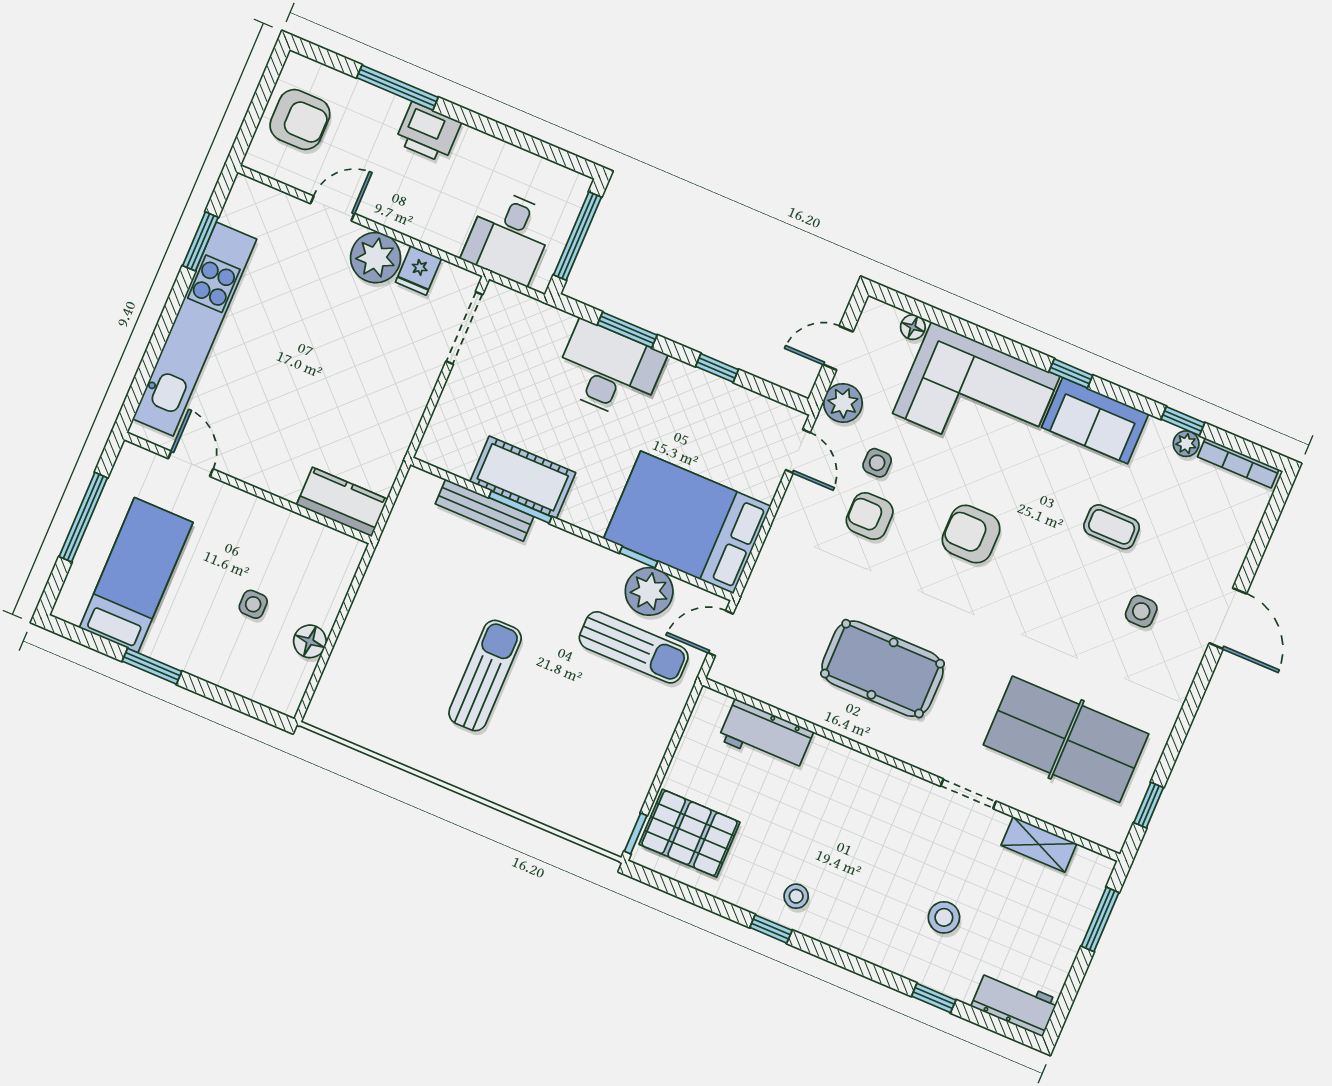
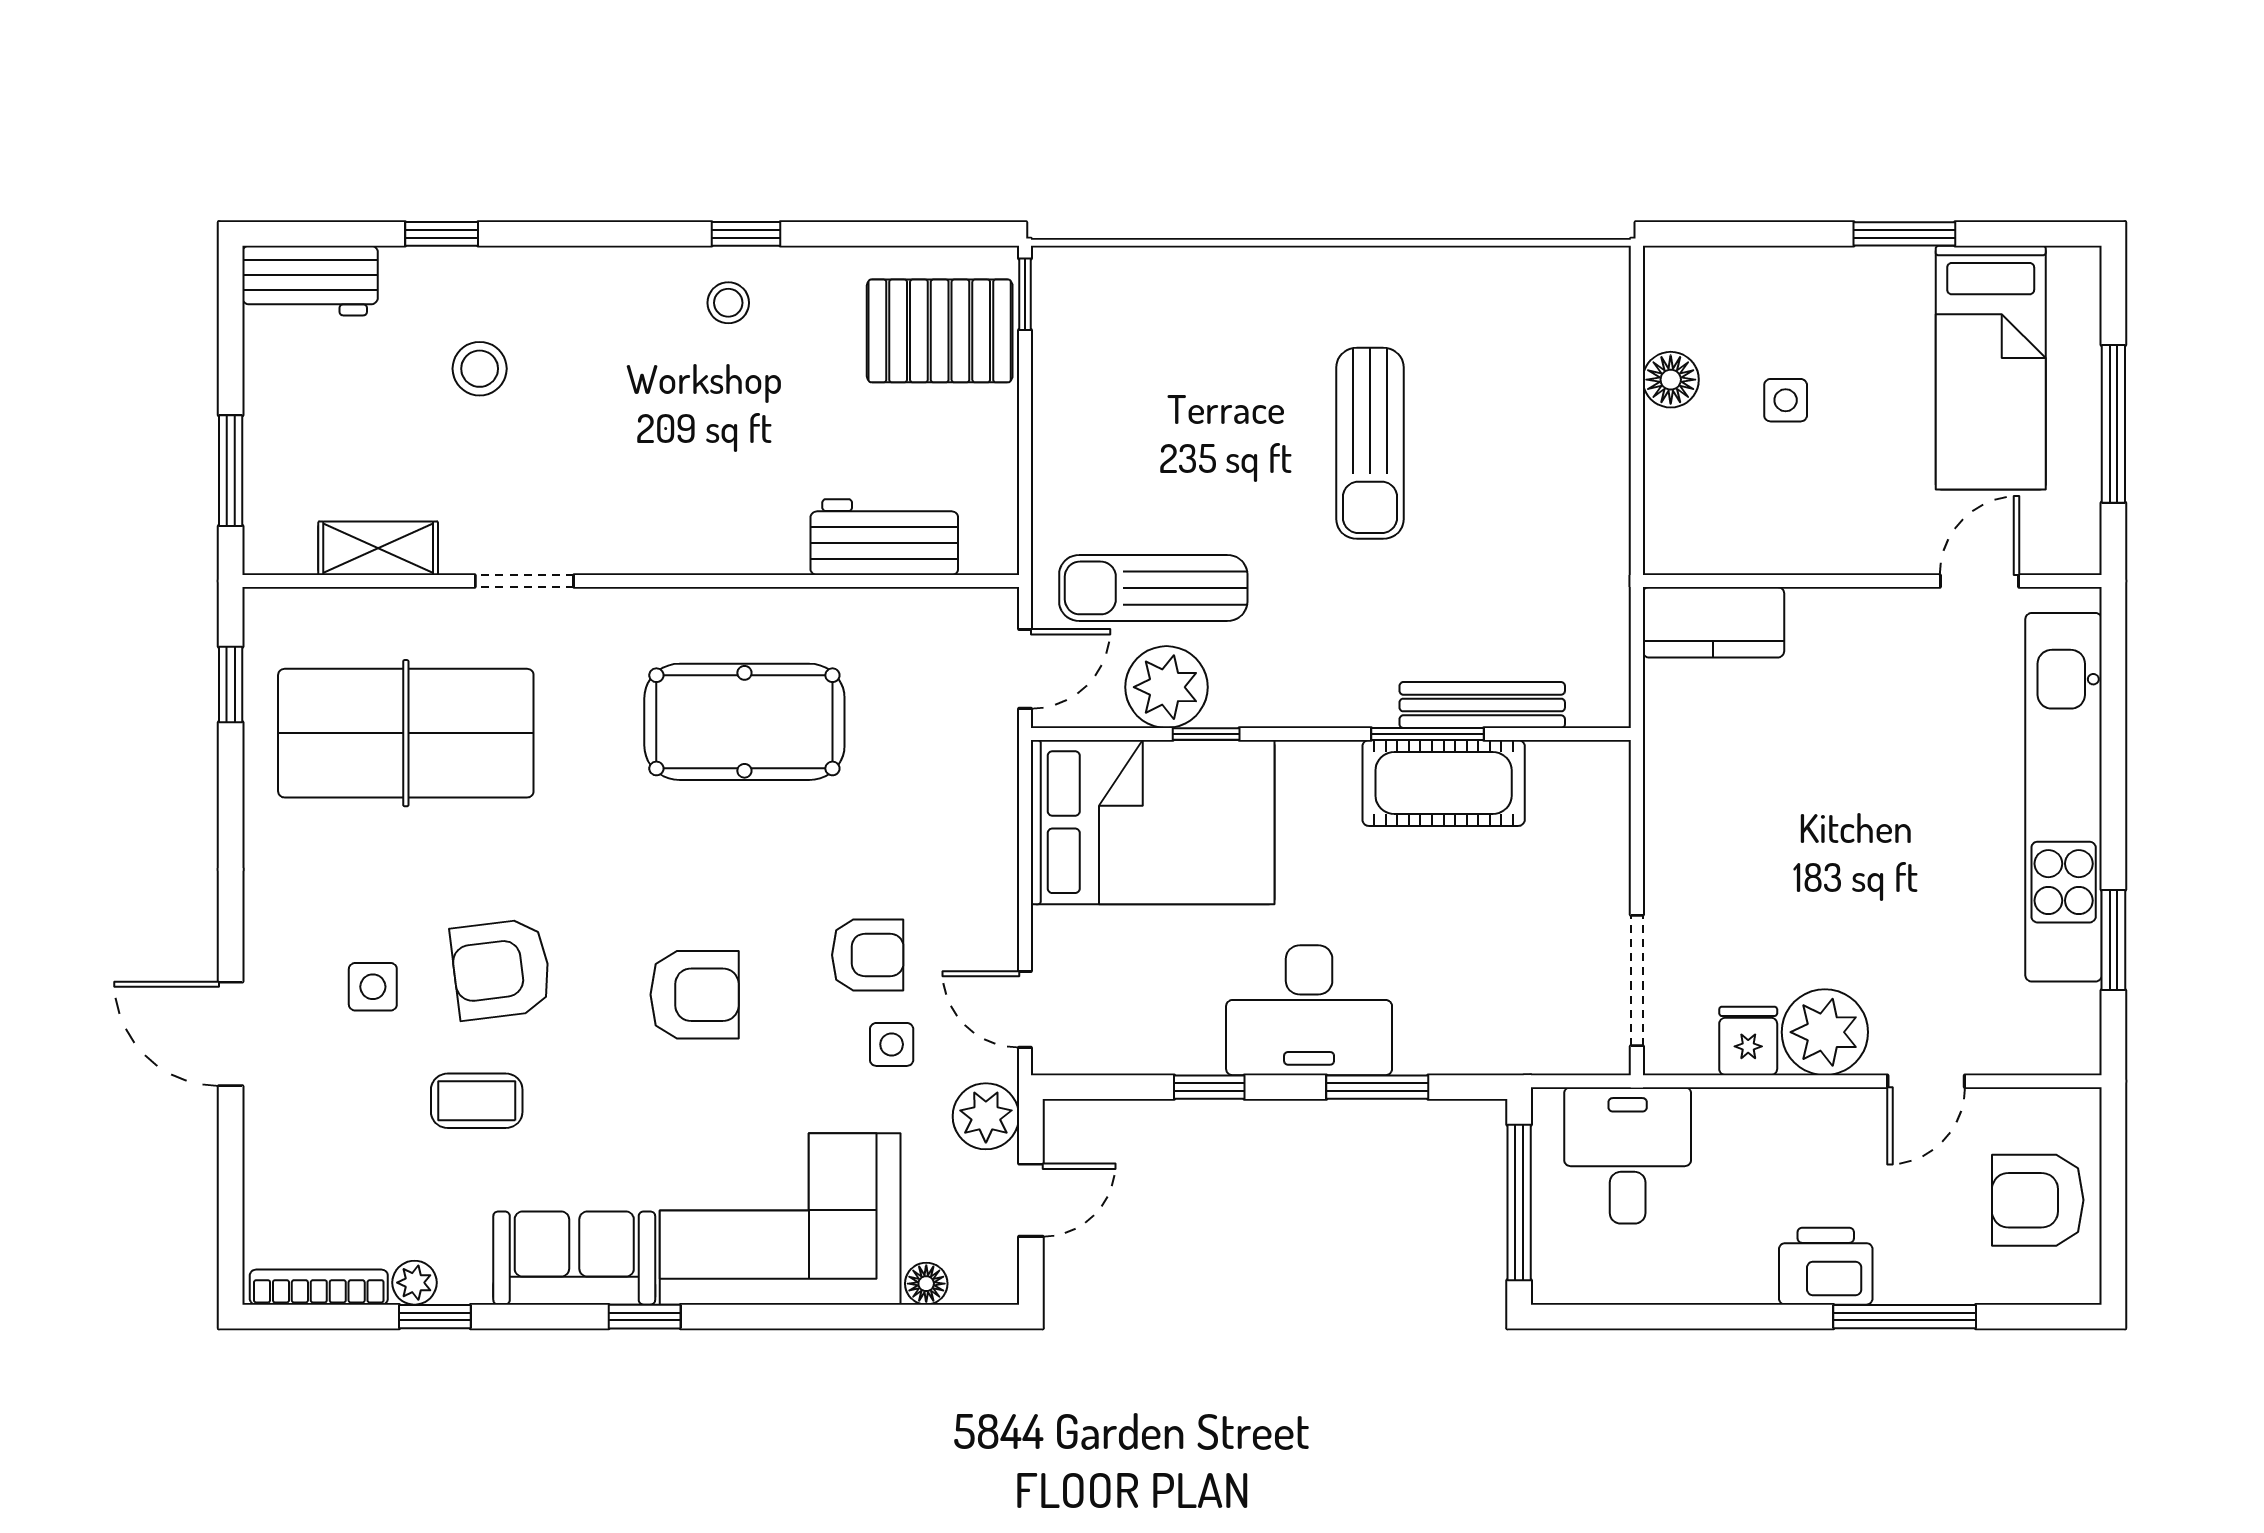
desk: (609, 371) -> (1309, 1010), moved
door: (191, 464) -> (1979, 581), swing flipped
armchair: (1069, 592) -> (501, 969), added

